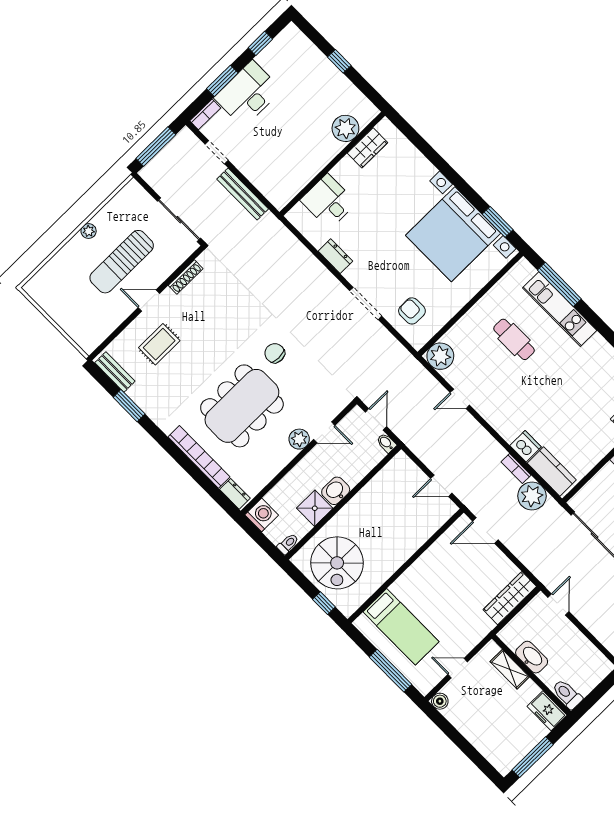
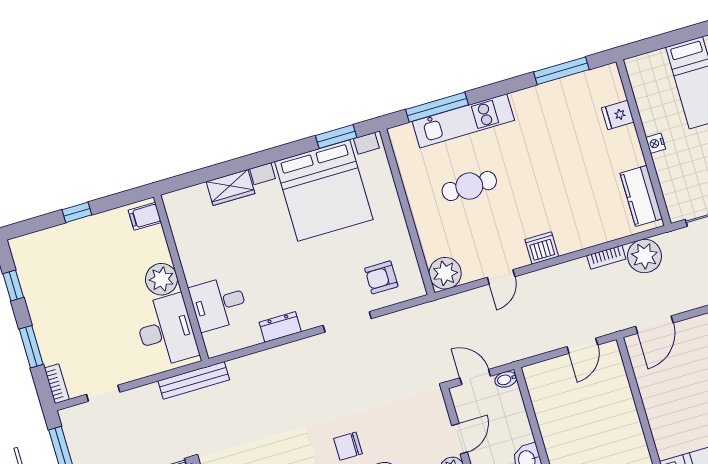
desk: (248, 94) -> (166, 331), moved, turned 180
filing cabinet: (363, 113) -> (145, 216), added
plant: (345, 128) -> (161, 279), moved
wardrobe: (368, 148) -> (231, 188), moved, turned 90
bench: (243, 194) -> (194, 380), moved
dishwasher: (526, 446) -> (542, 248), moved
kitchen counter: (552, 471) -> (641, 196), moved, turned -90

